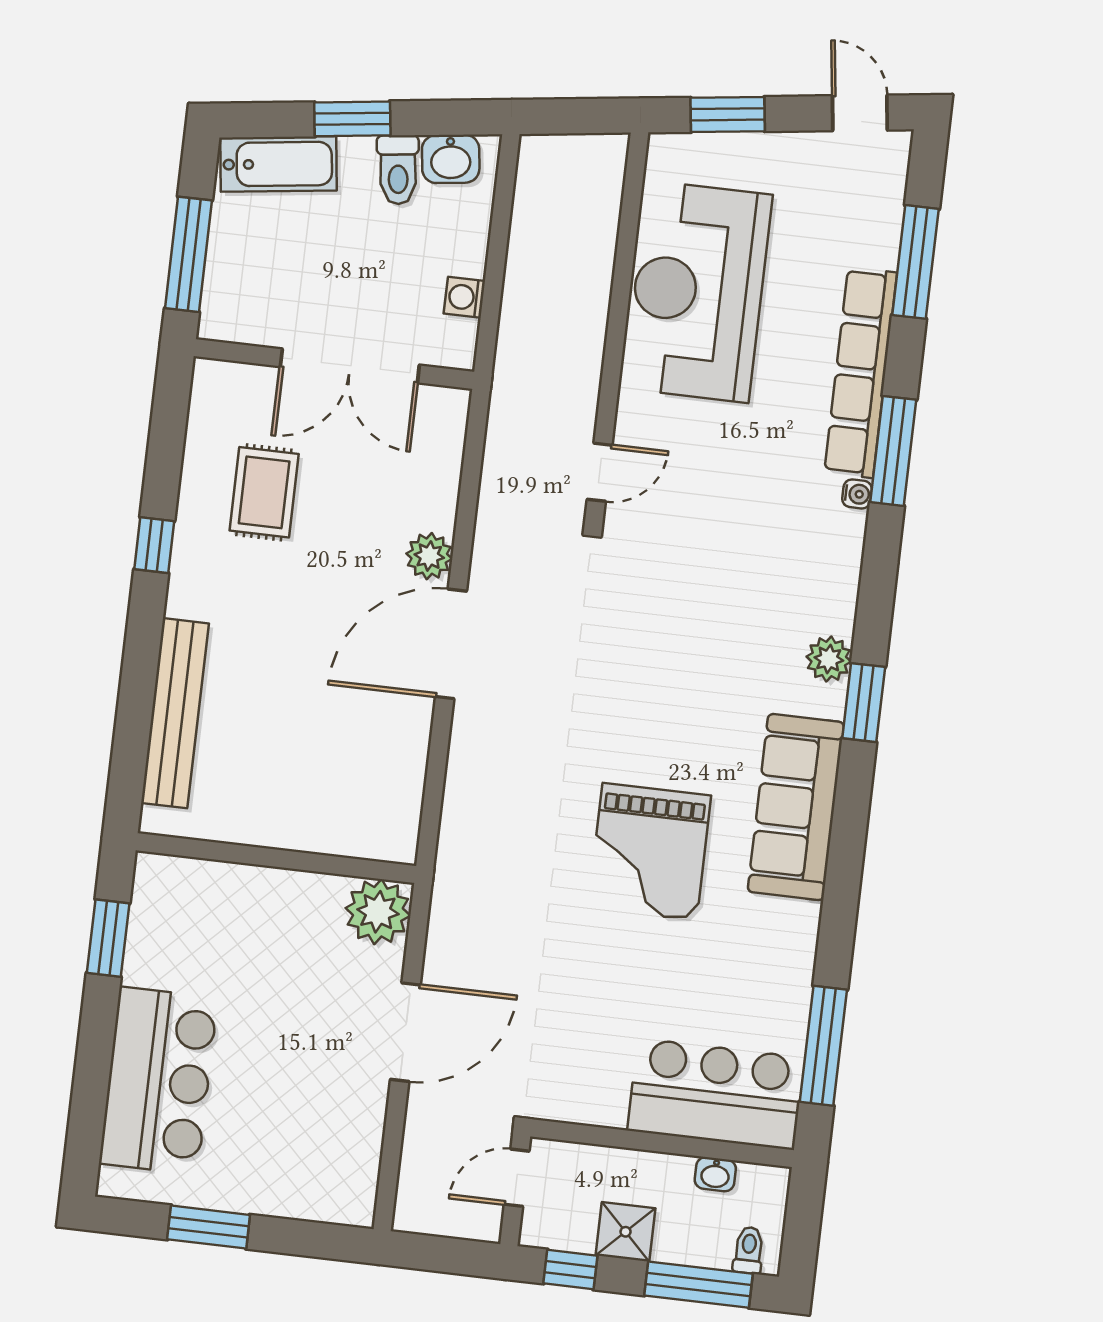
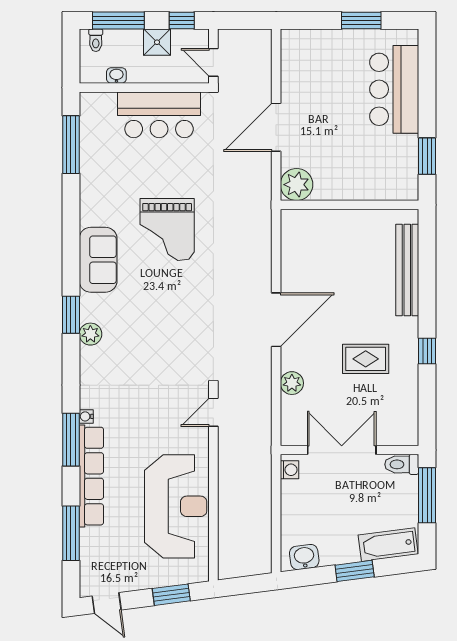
toilet: (398, 170) -> (402, 464), moved, turned -83
washing machine: (464, 297) -> (290, 470), moved
rug: (264, 492) -> (366, 359), moved, turned 90
plant: (429, 556) -> (292, 383), moved
sofa: (796, 807) -> (98, 260), width x0.73
grand piano: (650, 852) -> (167, 230), turned 180
bar counter: (716, 1094) -> (159, 115), moved
door: (517, 1178) -> (213, 62), swing flipped

